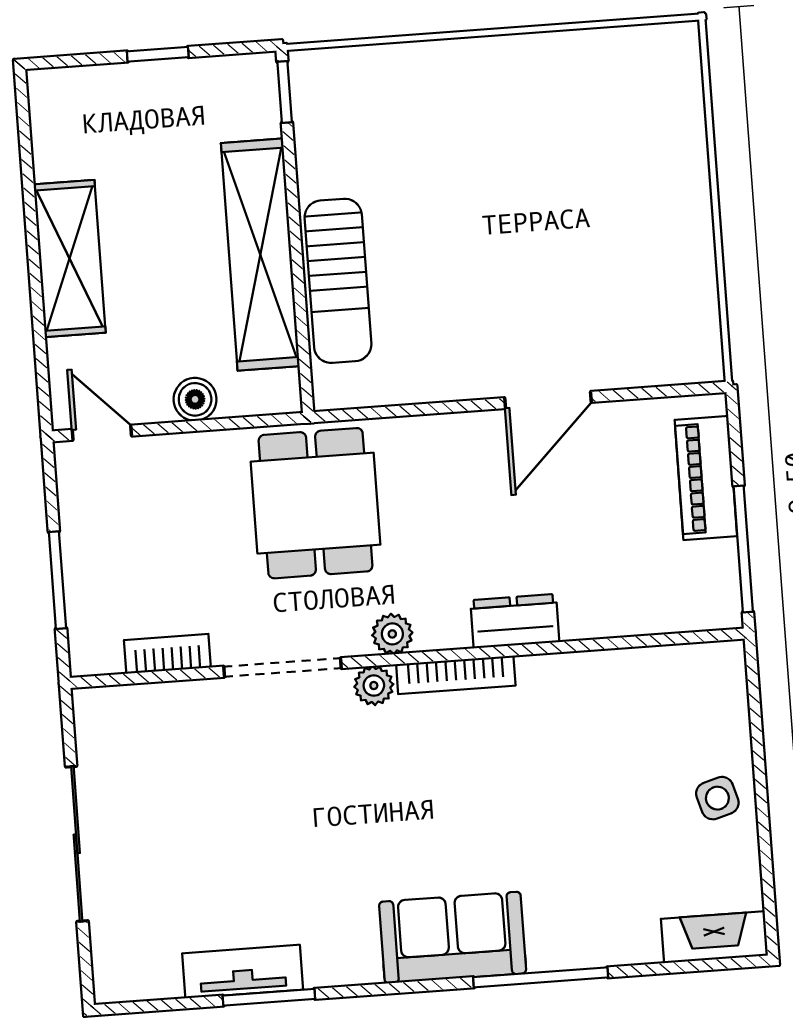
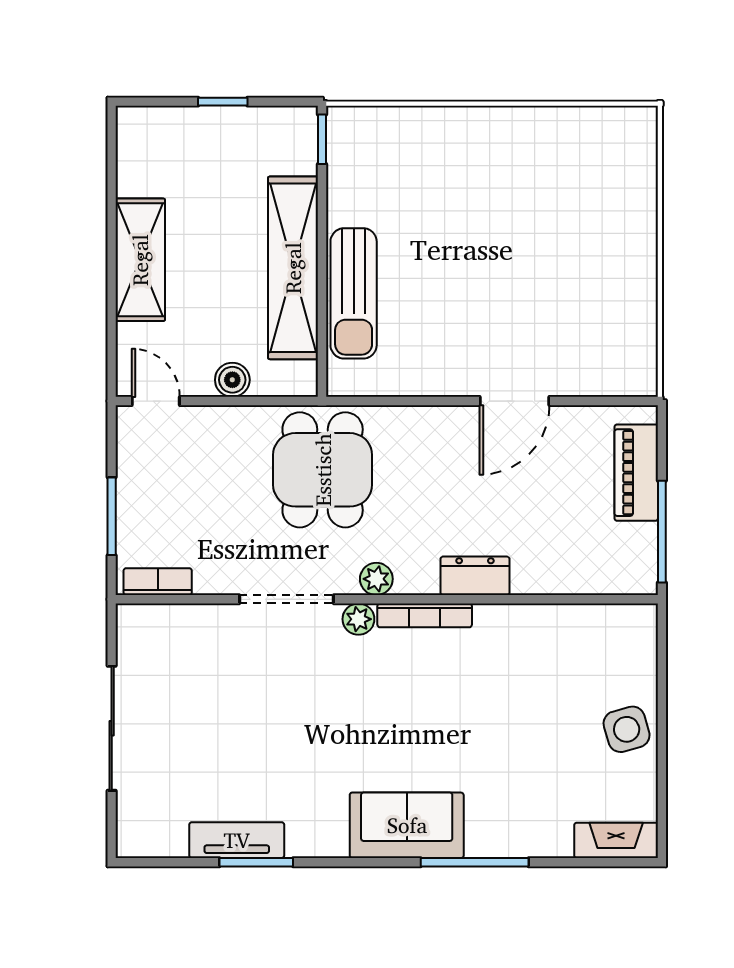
bookcase: (167, 654) -> (158, 582), moved
side table: (717, 798) -> (627, 729), width x1.37, depth x1.37

